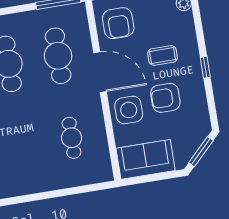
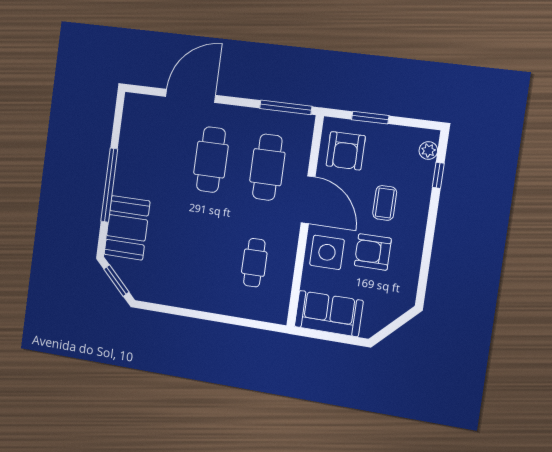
coffee table: (163, 56) -> (385, 203), turned 90
window: (205, 67) -> (438, 175), moved
window: (201, 152) -> (394, 326), removed

